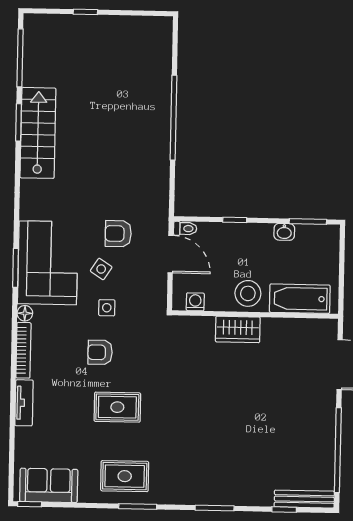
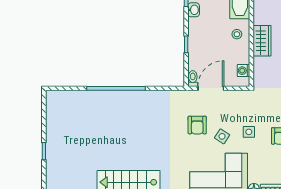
stool: (248, 293) -> (237, 34), width x0.53, depth x0.53

